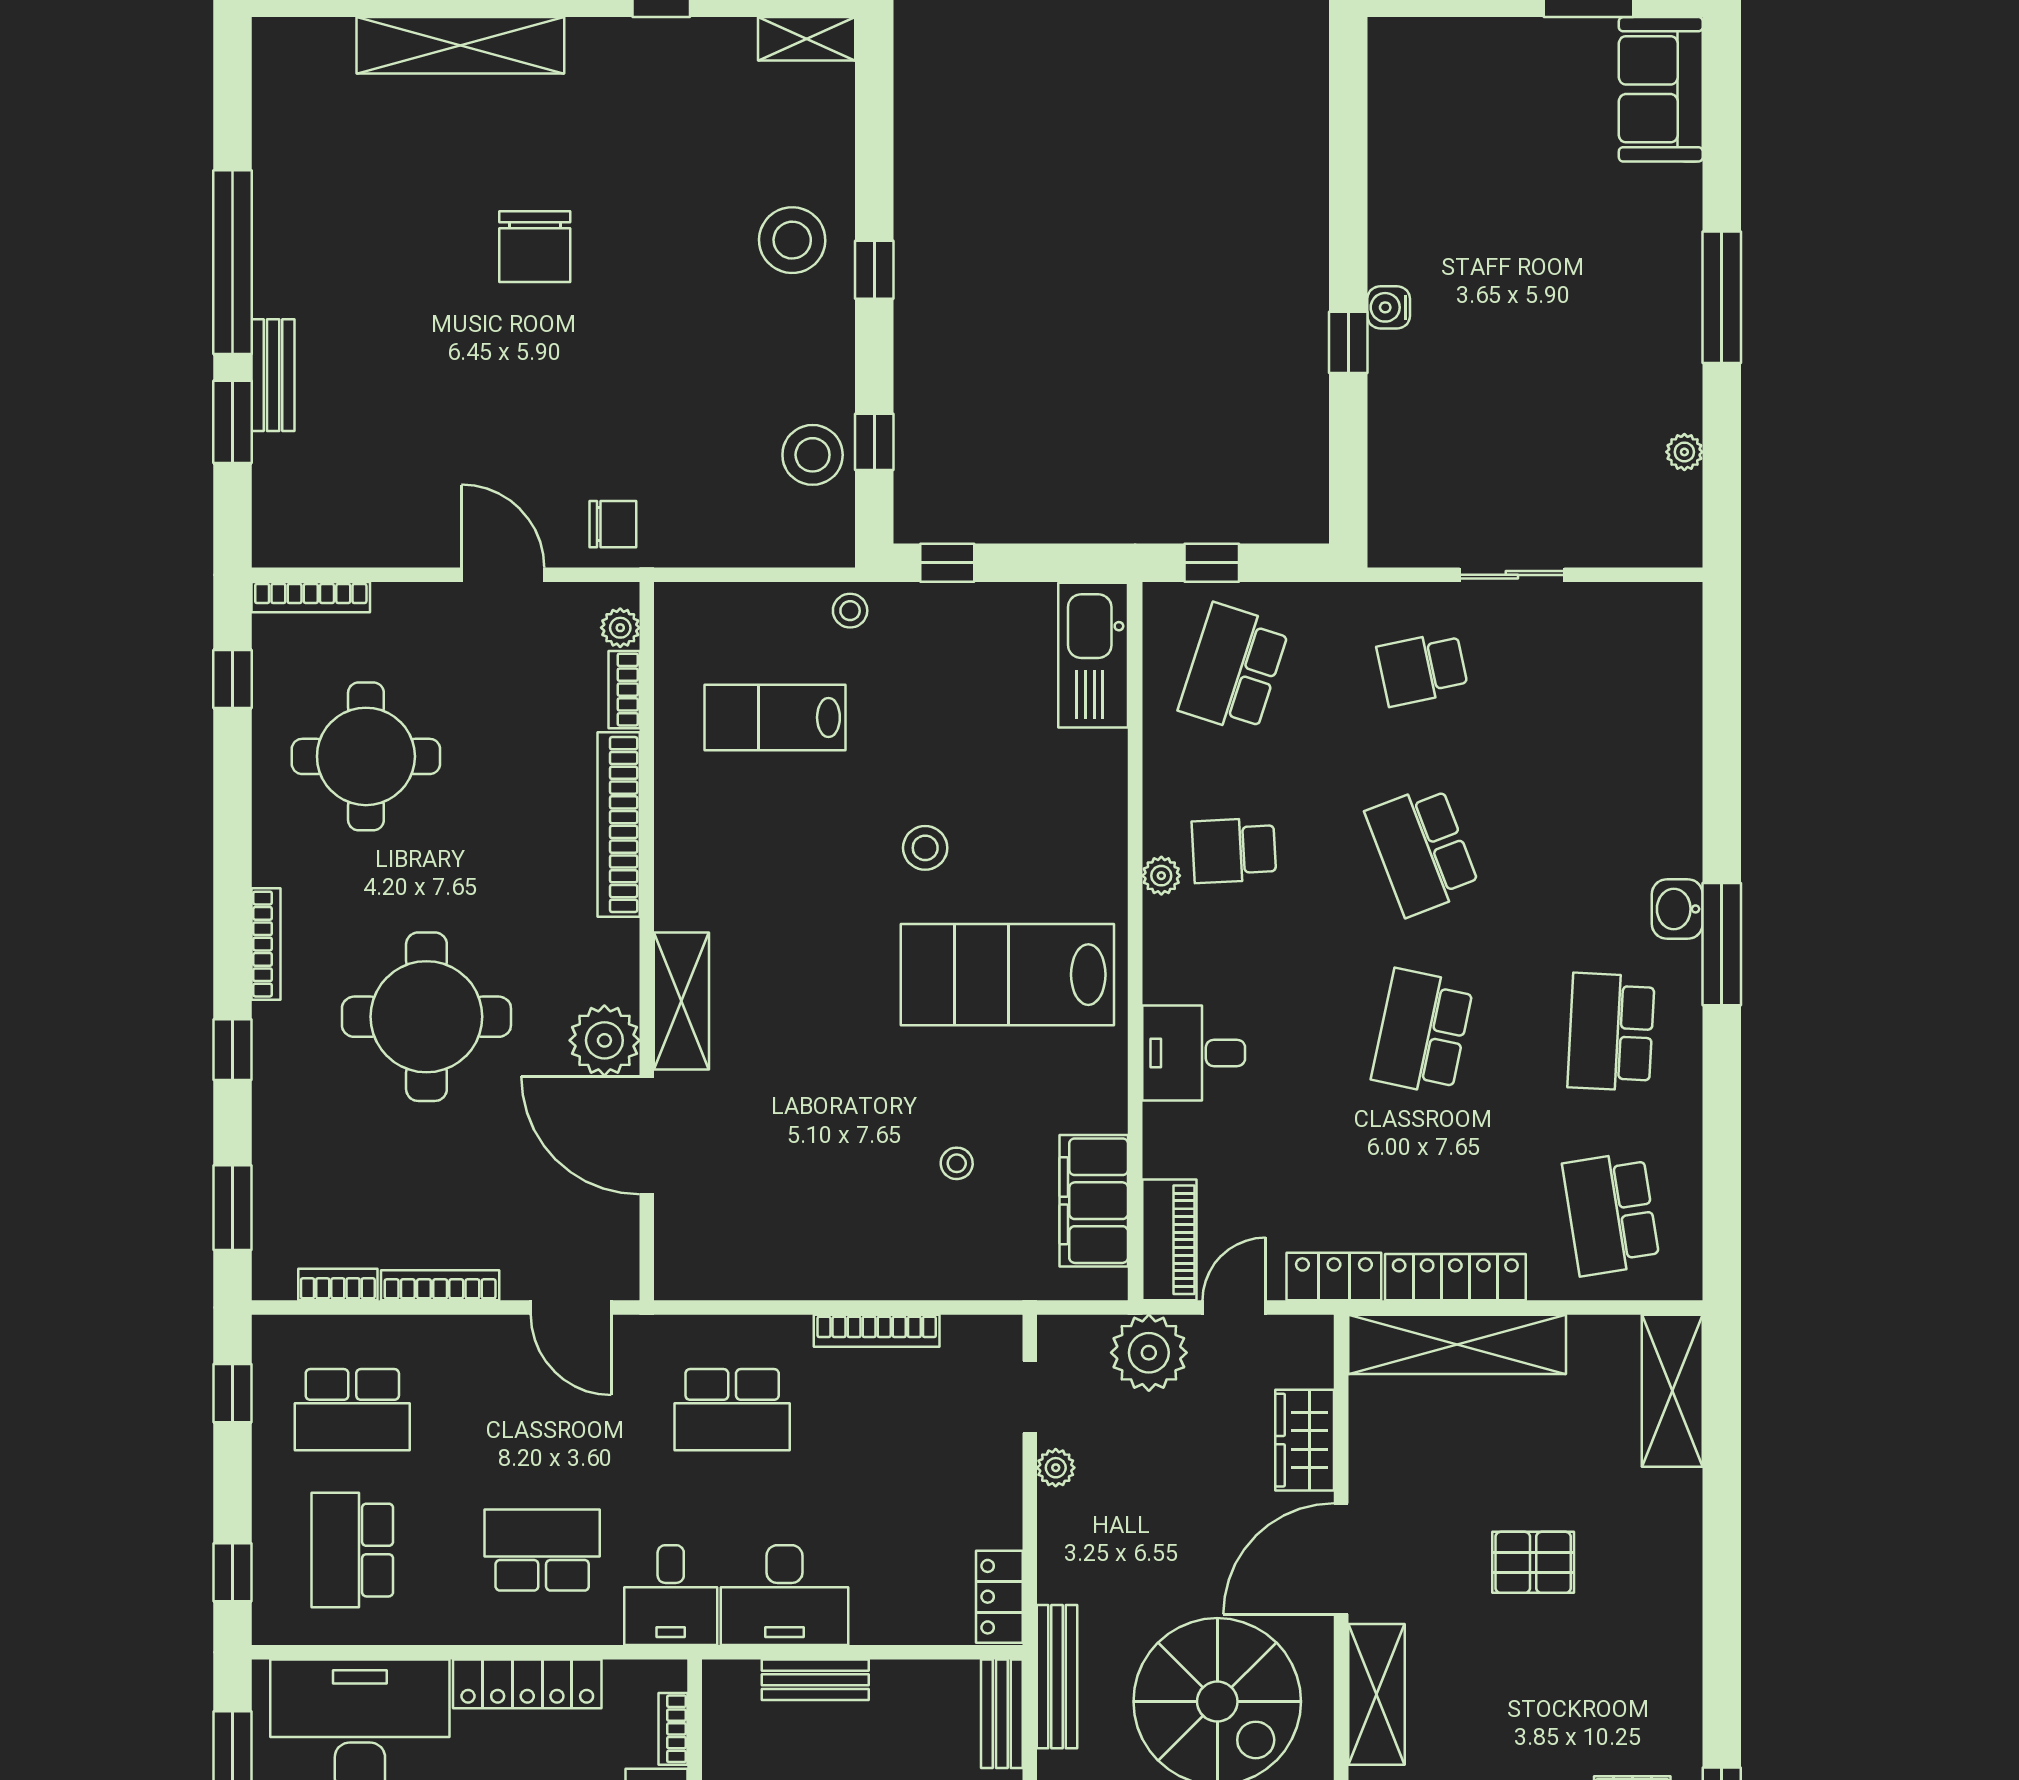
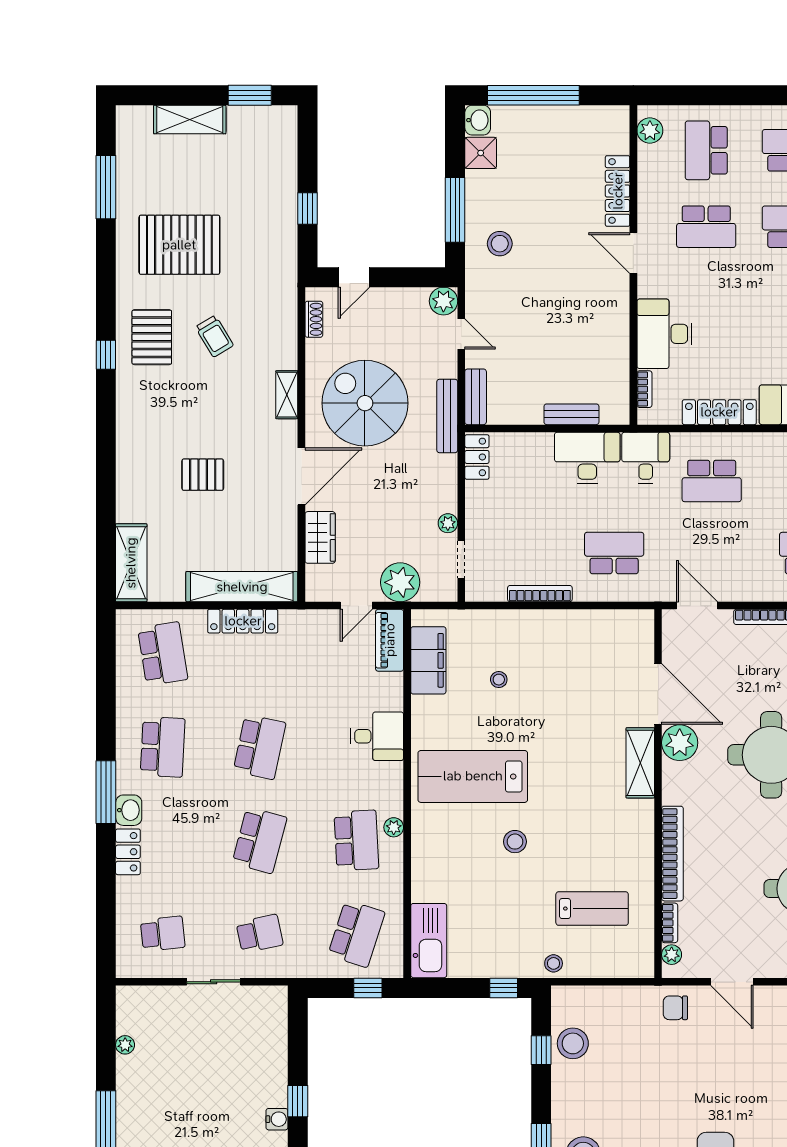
school desk: (1611, 669) -> (163, 934), added
school desk: (1234, 850) -> (356, 840), width x1.85
school desk: (1422, 850) -> (260, 840), turned 36
lab bench: (1007, 975) -> (473, 776), turned 180
locker: (1334, 1276) -> (128, 852), moved, turned -90
shelving: (1376, 1694) -> (287, 395), width x0.67, depth x0.75

